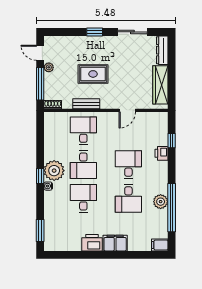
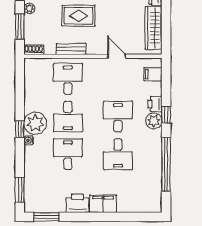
window: (40, 84) -> (20, 27), width x0.69
door: (127, 110) -> (117, 56), swing flipped
window: (172, 141) -> (166, 115), moved
plant: (161, 202) -> (154, 121), moved
filing cabinet: (160, 245) -> (153, 74), moved
window: (64, 255) -> (46, 217), added

